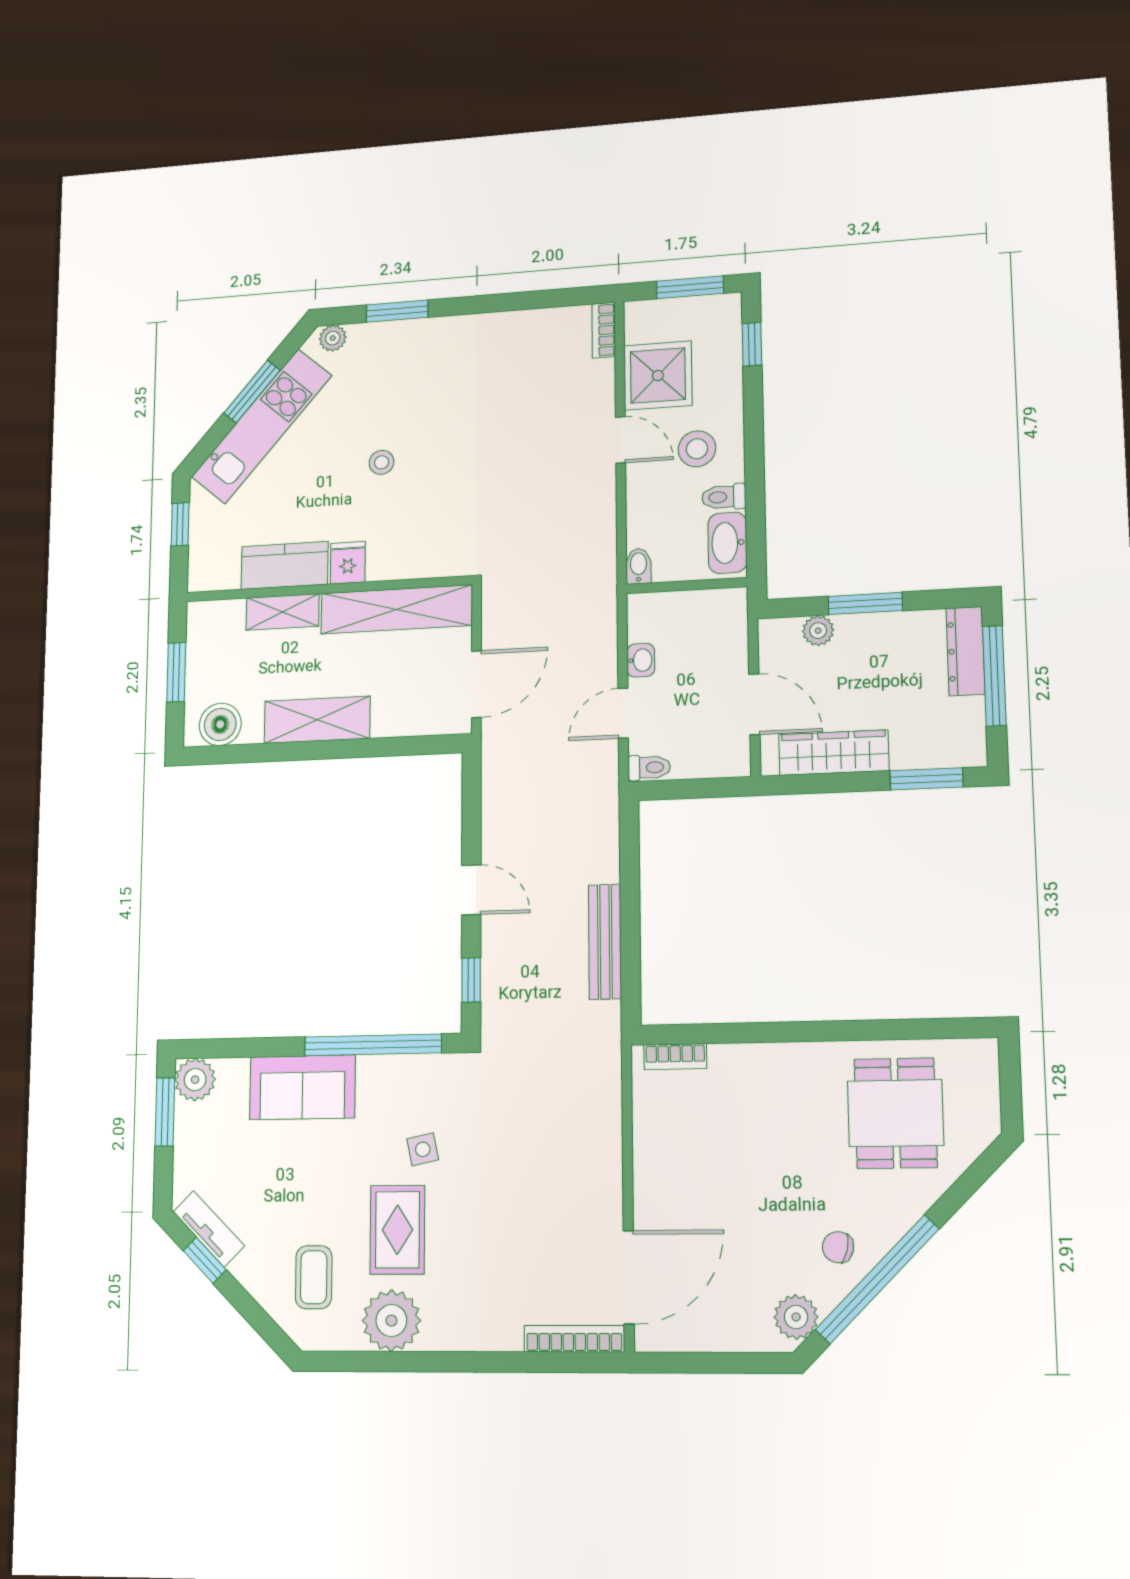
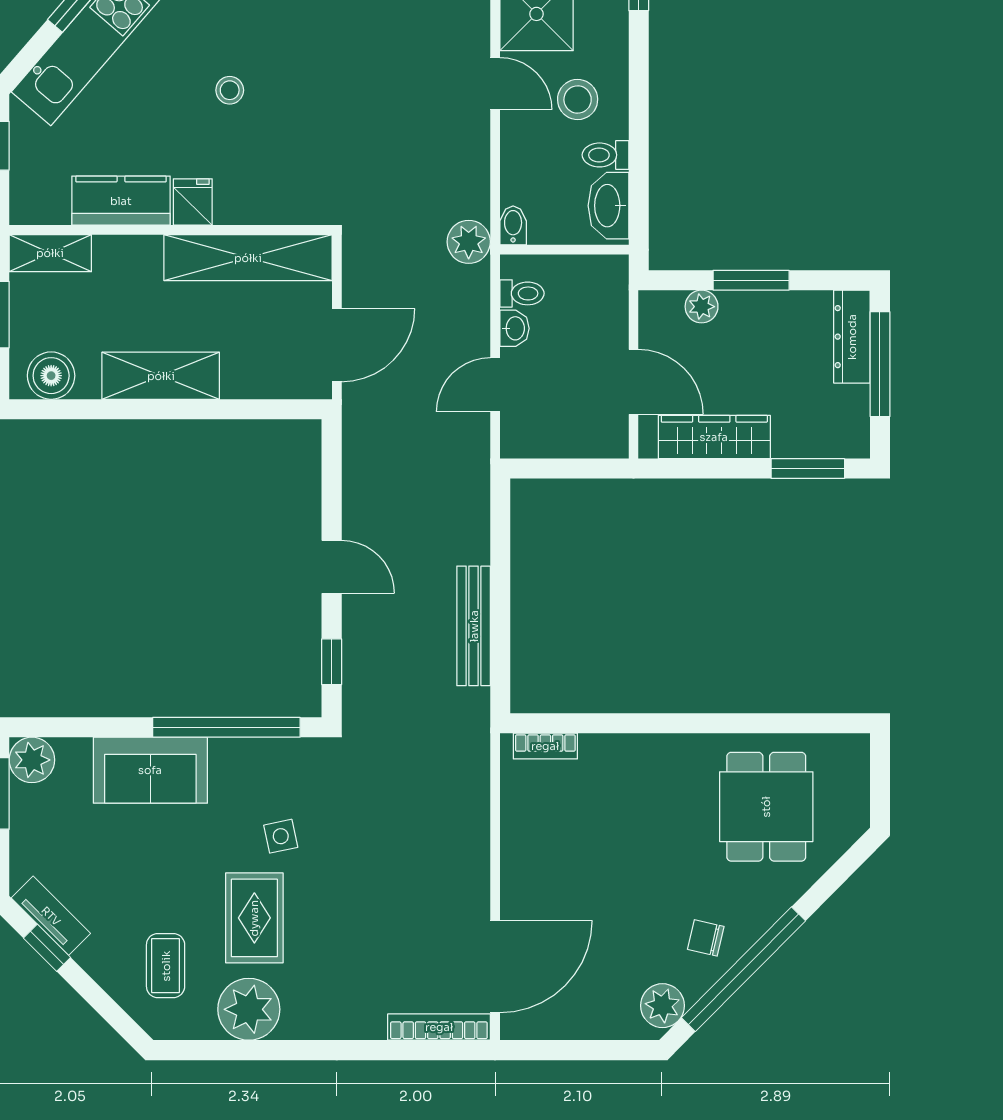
plant: (597, 583) -> (469, 242), added
shelving: (283, 612) -> (50, 253), moved
toilet: (649, 768) -> (522, 293), moved

